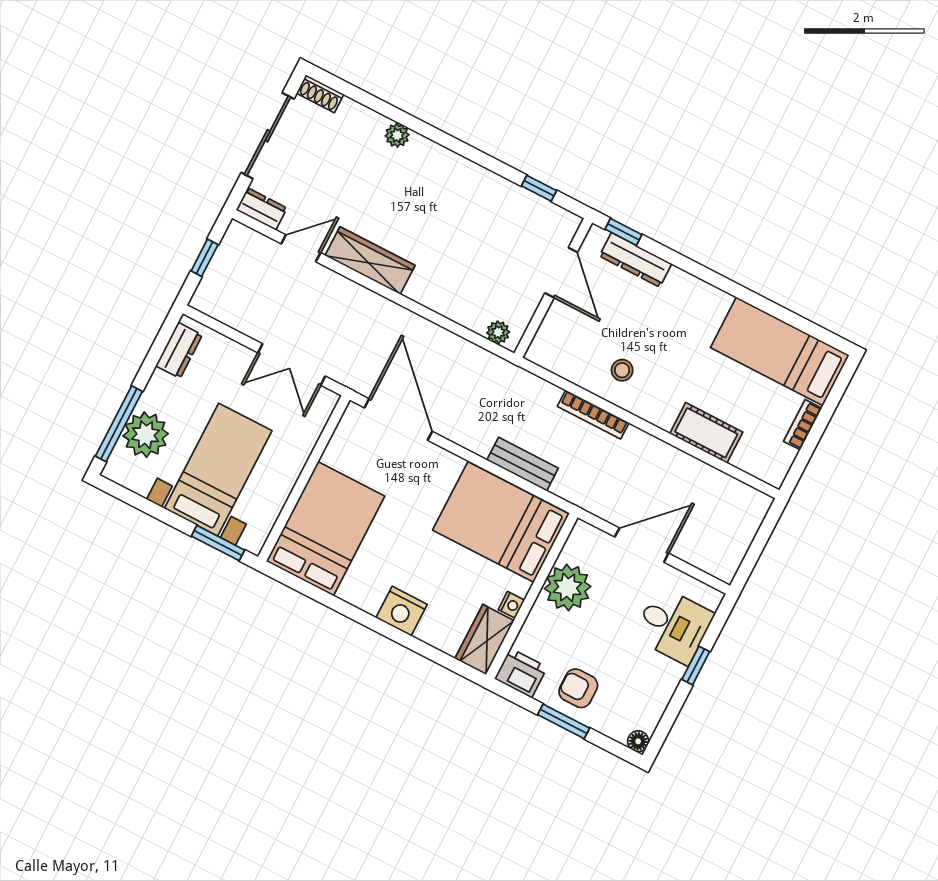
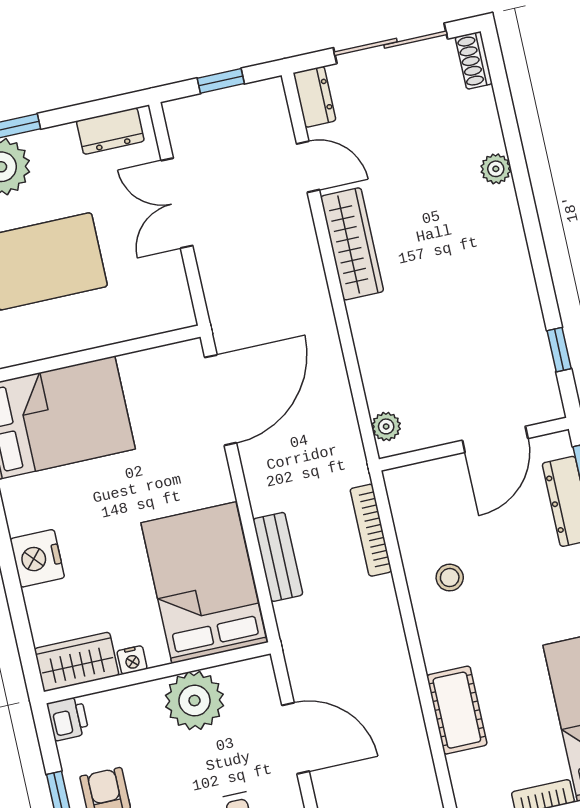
double door: (292, 364) -> (177, 203), moved
bookcase: (593, 415) -> (371, 530), moved
printer: (521, 673) -> (68, 719), width x0.73, depth x0.81

